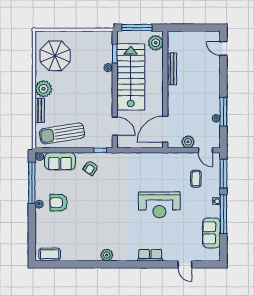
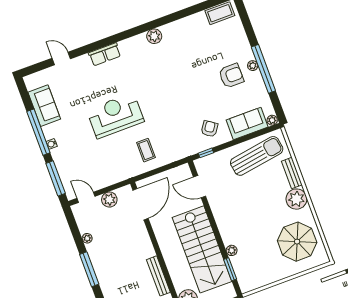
window: (223, 112) -> (89, 269), moved
coffee table: (196, 179) -> (146, 150), moved
window: (32, 183) -> (263, 69), moved

